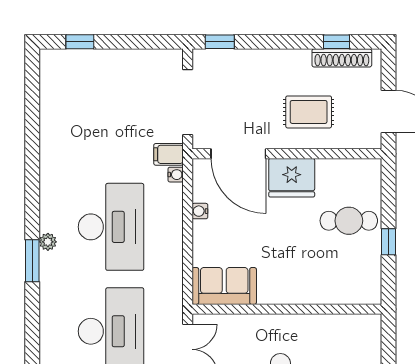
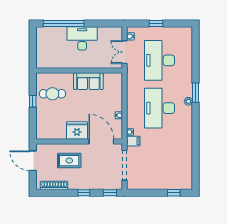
window: (336, 42) -> (84, 193), moved
cafe table: (349, 221) -> (52, 94), moved
sofa: (224, 286) -> (88, 81), moved

